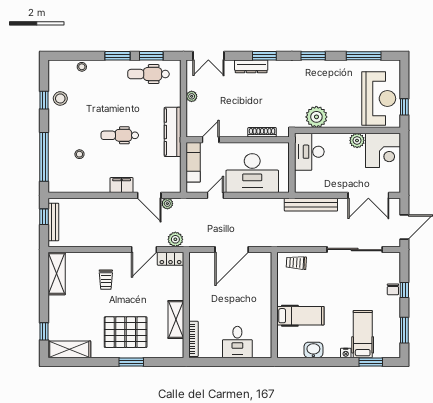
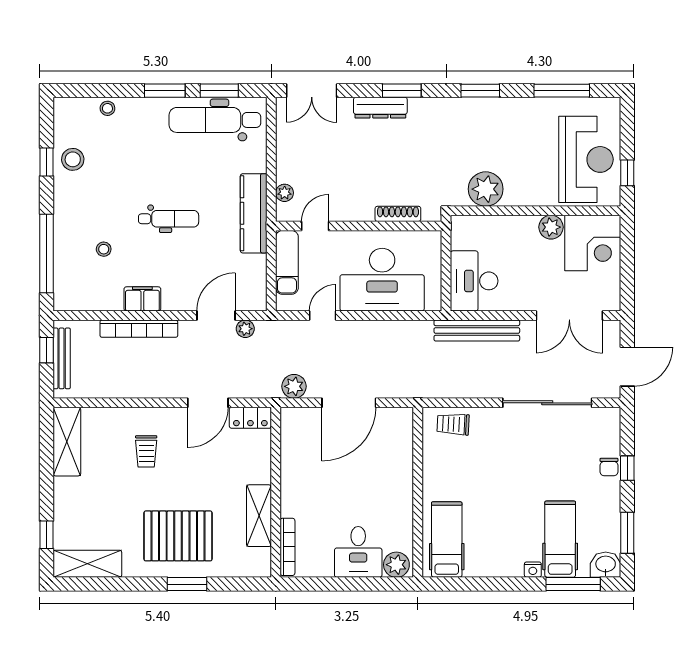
dental chair: (148, 74) -> (215, 120), width x1.36, depth x1.38
plant: (192, 96) -> (285, 193), moved
dental chair: (120, 135) -> (169, 219), turned 180
desk: (309, 152) -> (474, 281), moved
filing cabinet: (122, 185) -> (142, 299), moved
door: (149, 195) -> (216, 315), swing flipped
bookcase: (101, 204) -> (139, 329), added
plant: (175, 239) -> (294, 386), moved
hospital bed: (300, 316) -> (447, 540), moved, turned -90
plant: (261, 350) -> (396, 565), added
washbasin: (313, 350) -> (606, 565), moved
window: (371, 362) -> (573, 584), width x1.44

